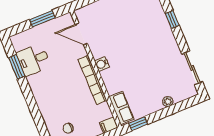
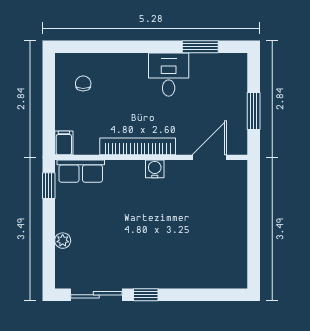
window: (172, 19) -> (146, 295), moved
desk: (33, 60) -> (169, 75), moved

